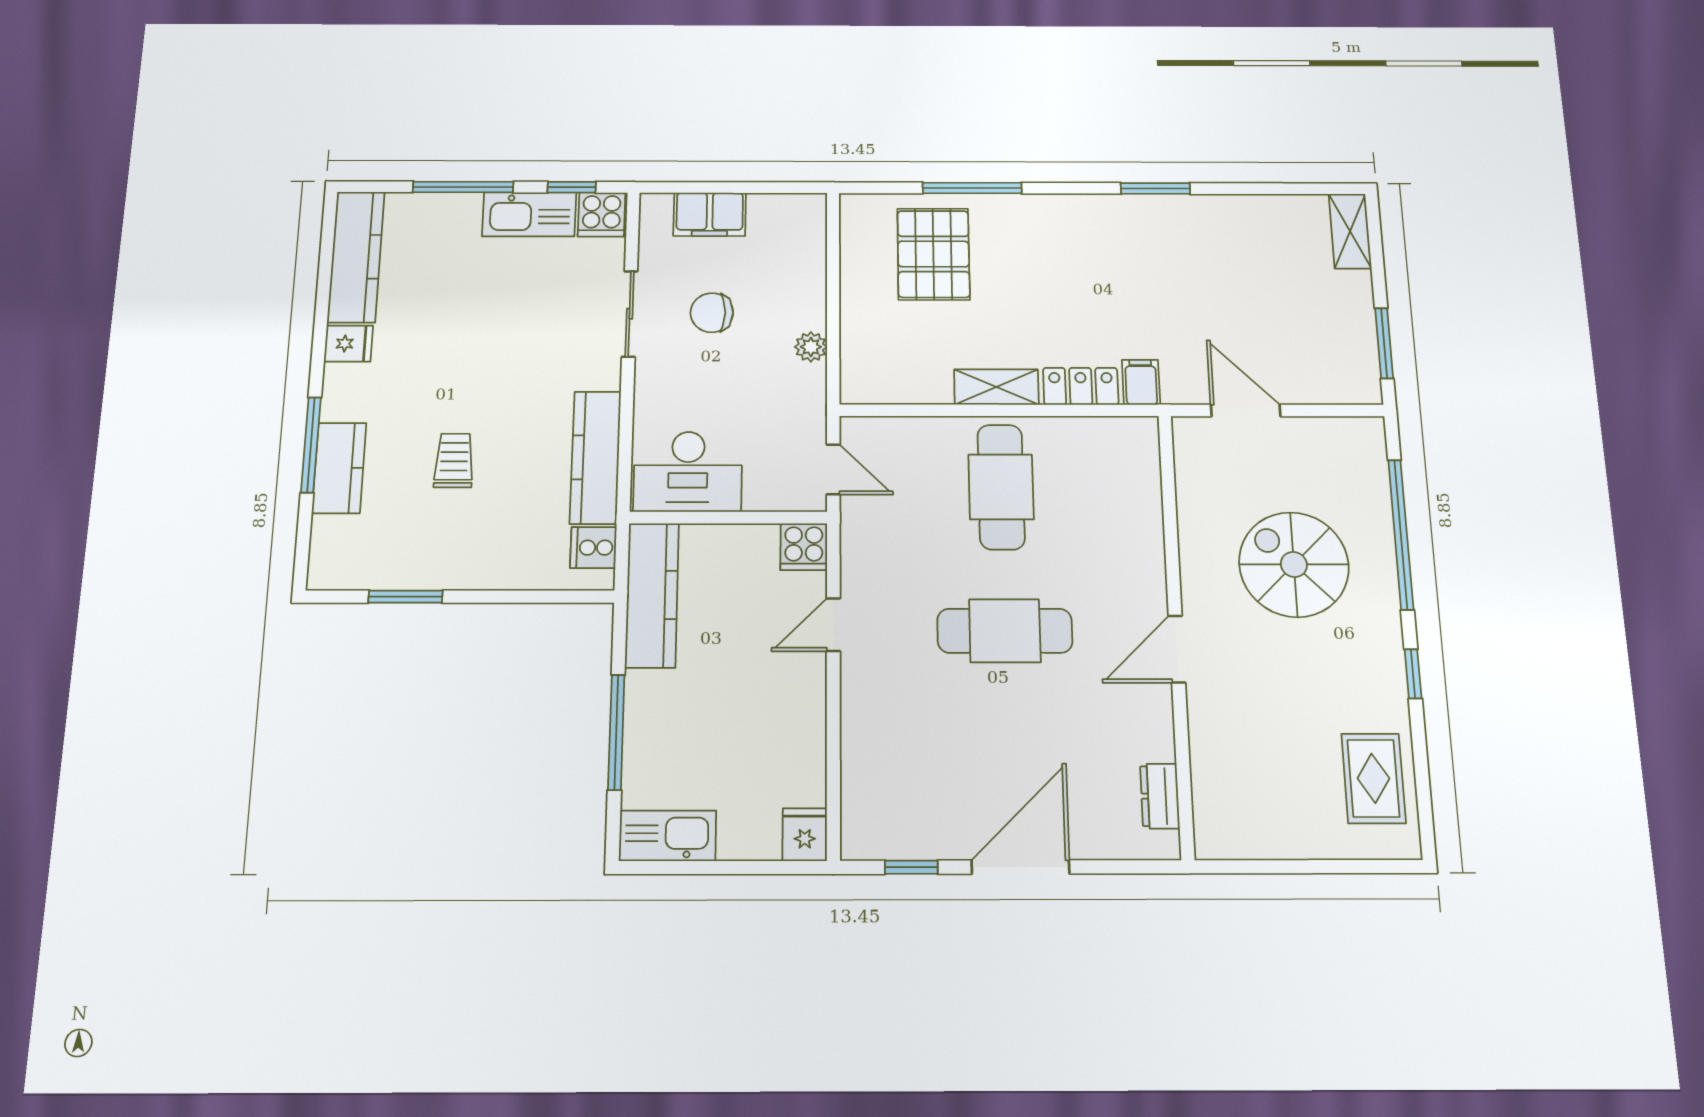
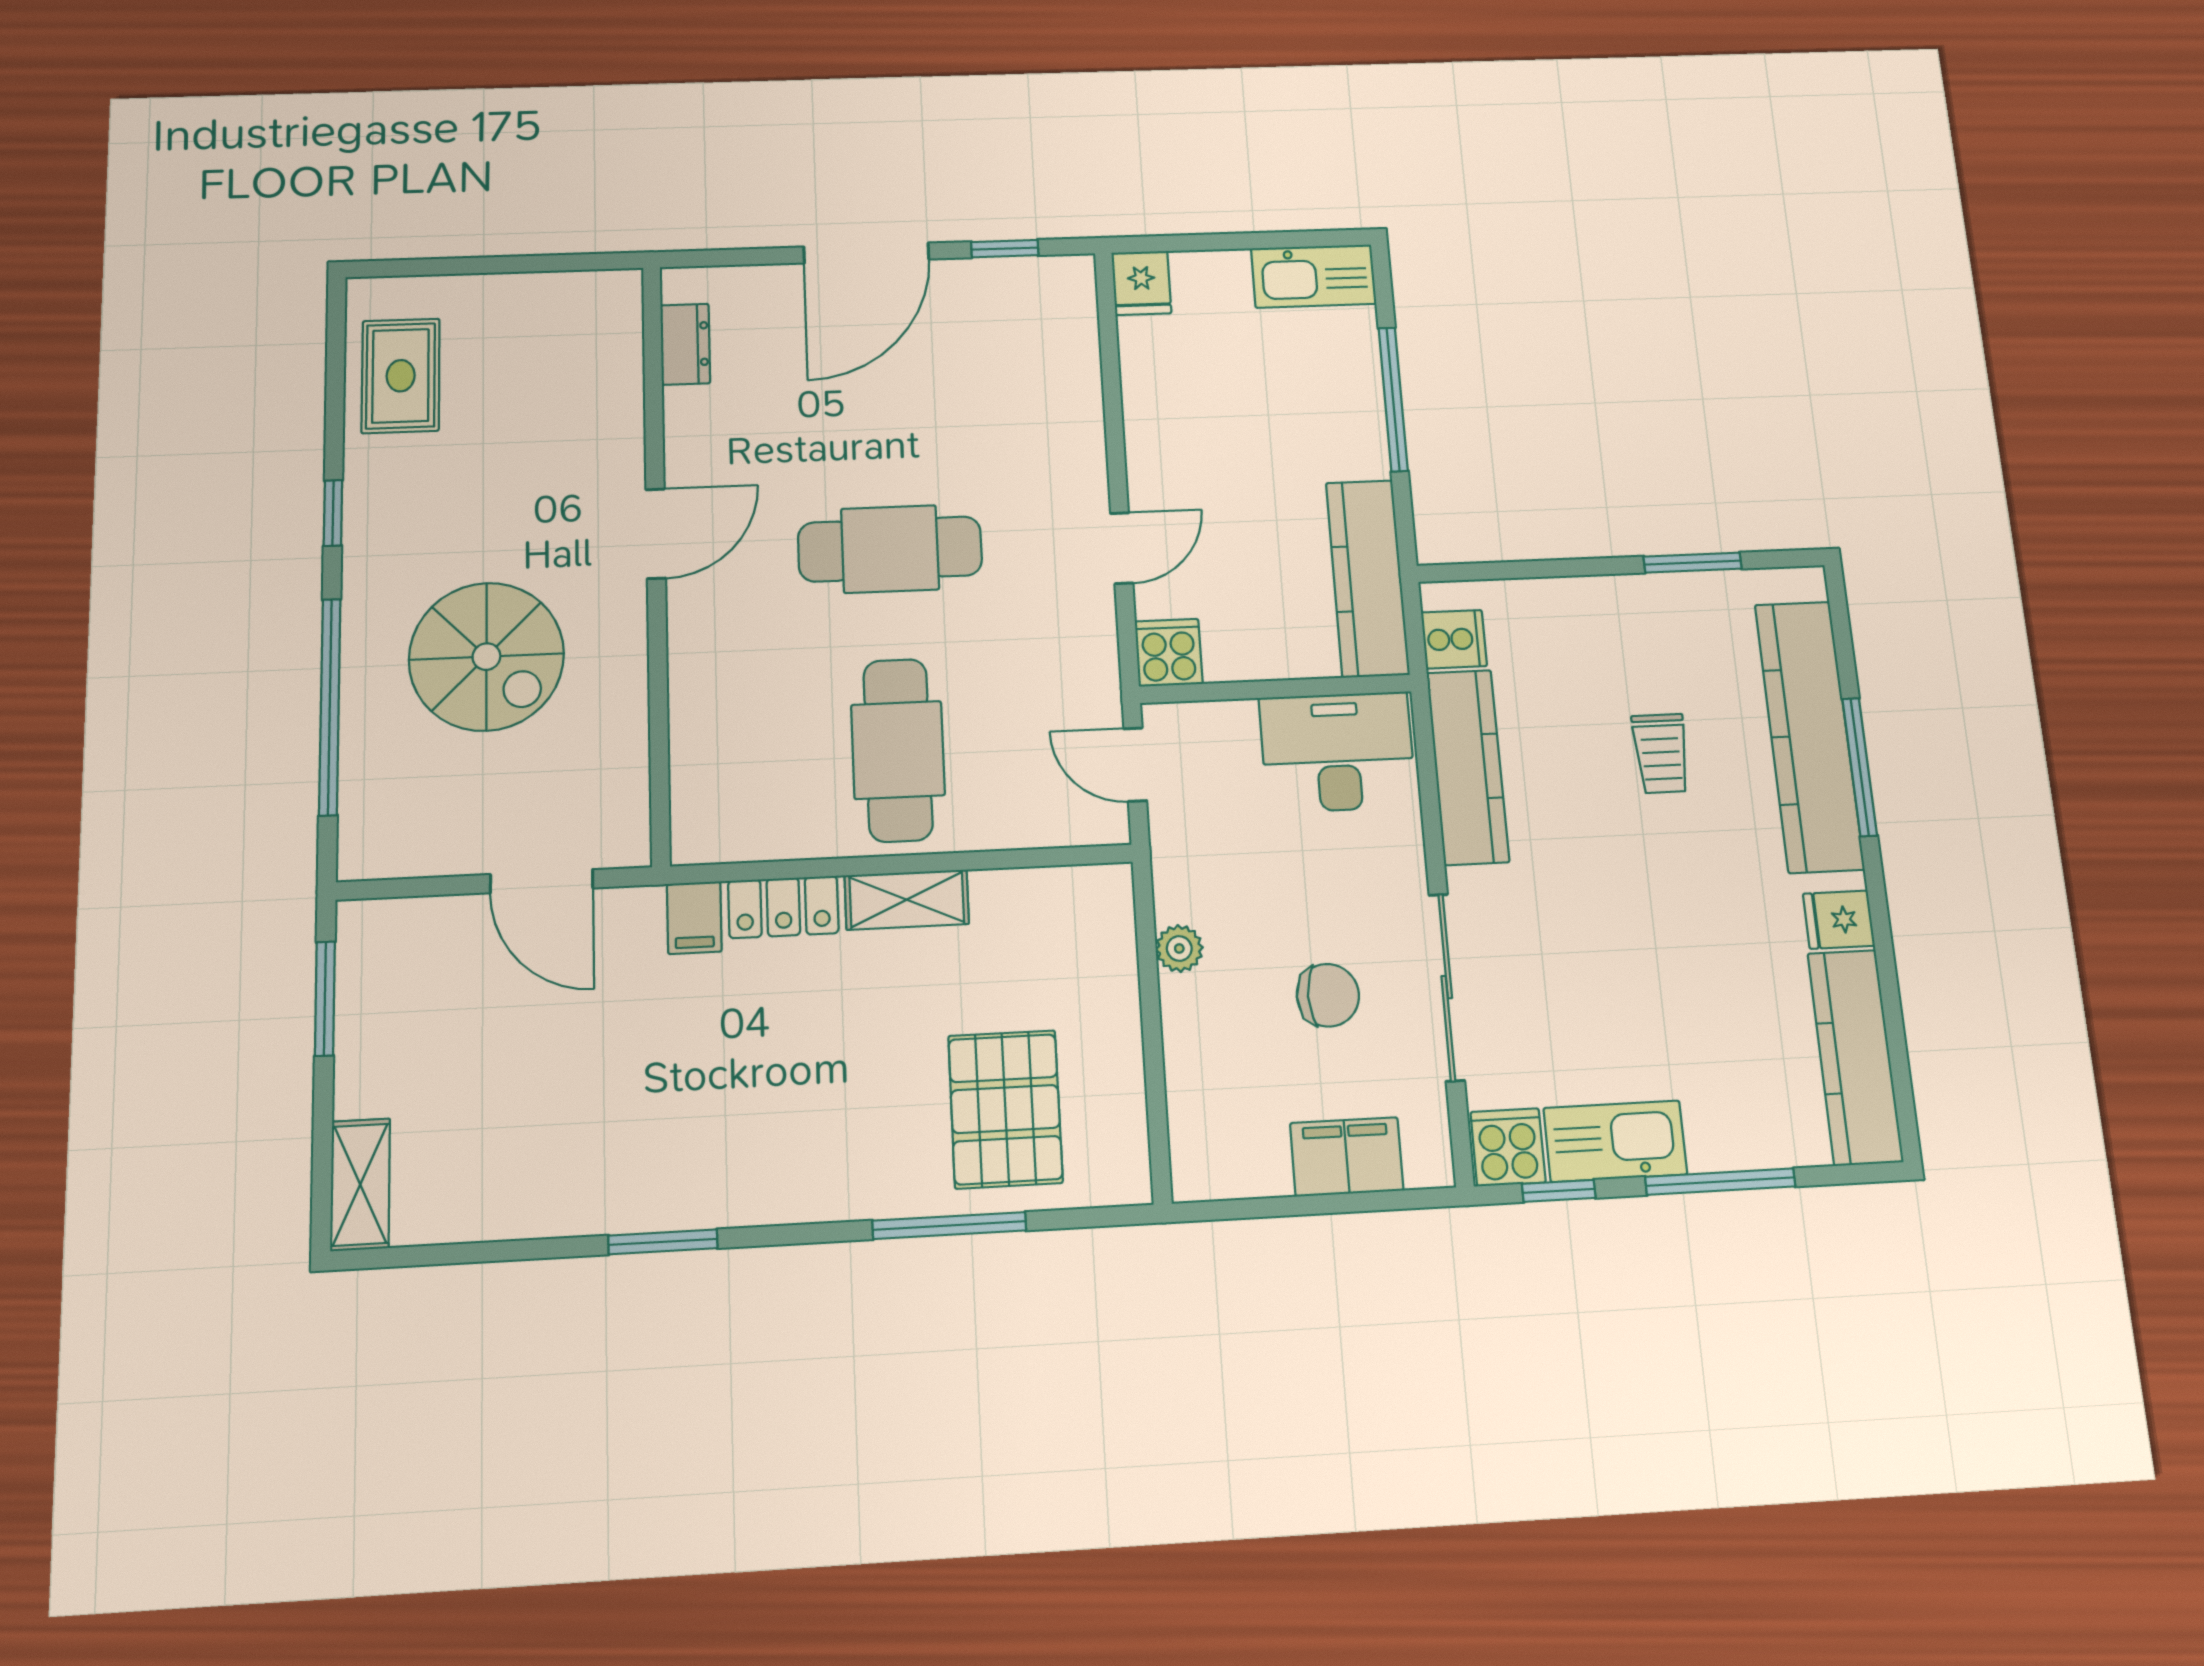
sliding door: (630, 314) -> (1447, 987), width x1.37
kitchen counter: (339, 468) -> (1809, 736), width x2.08, depth x1.17

